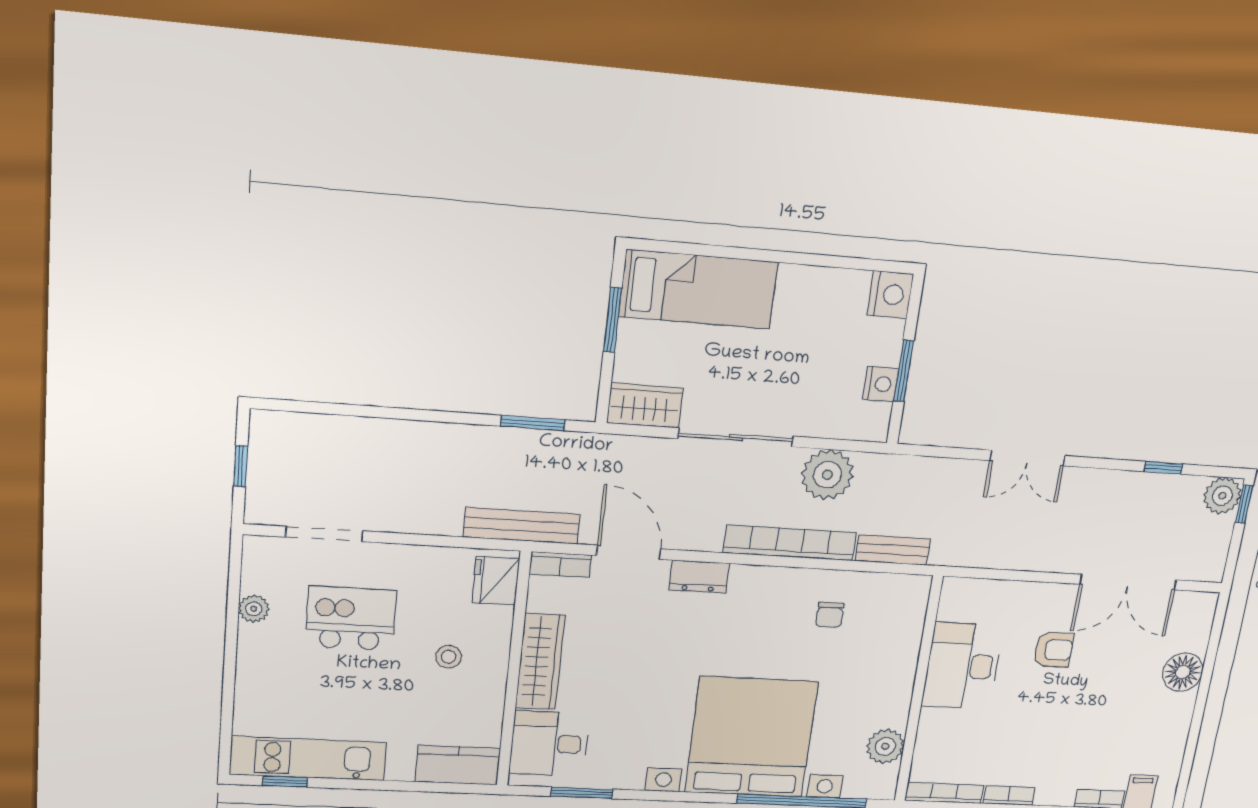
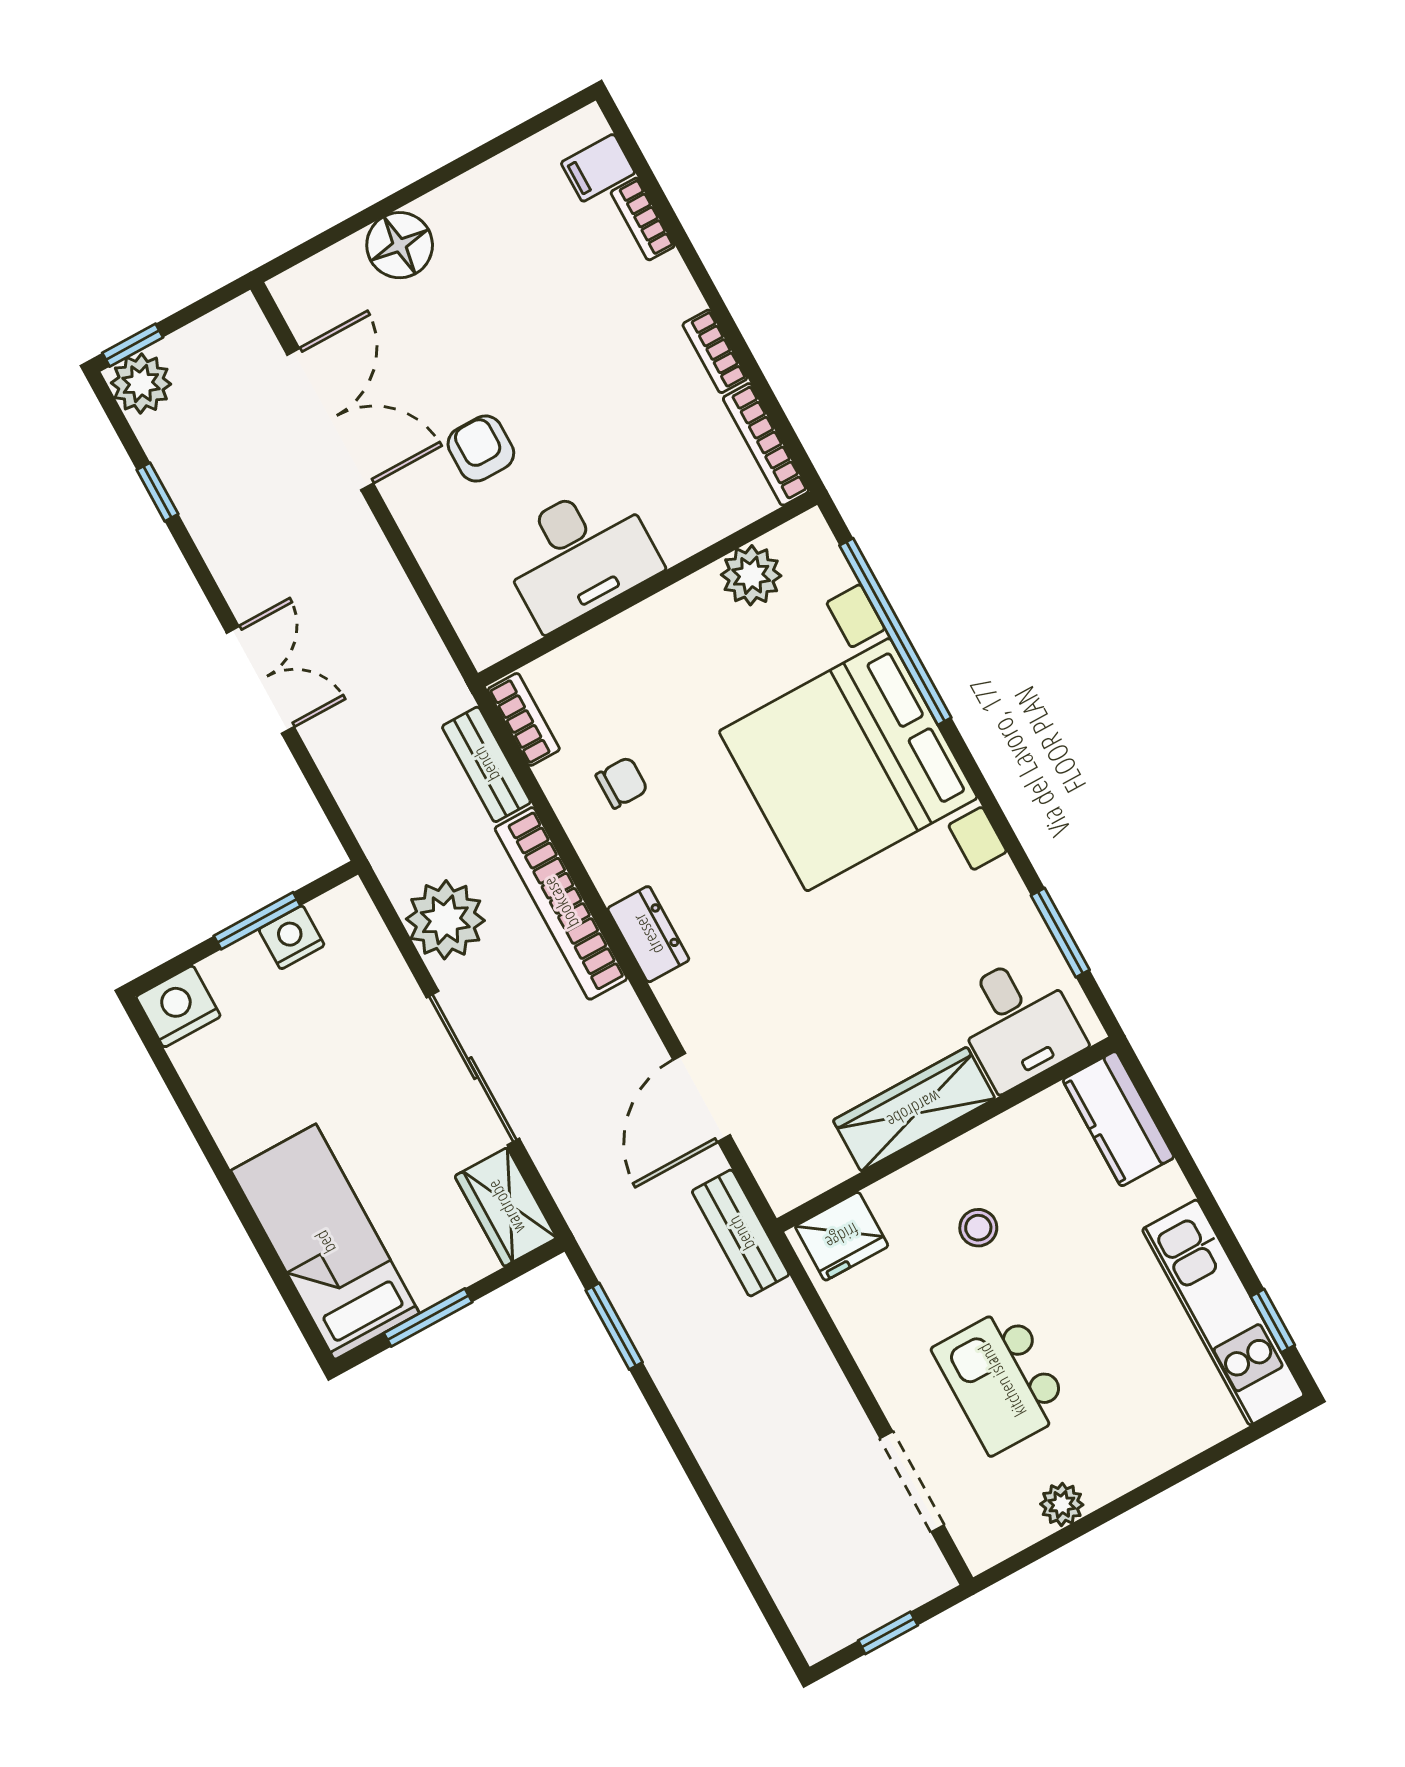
bench: (522, 526) -> (741, 1233), width x0.73
bookcase: (560, 565) -> (524, 719), moved
dresser: (699, 577) -> (648, 934), moved

